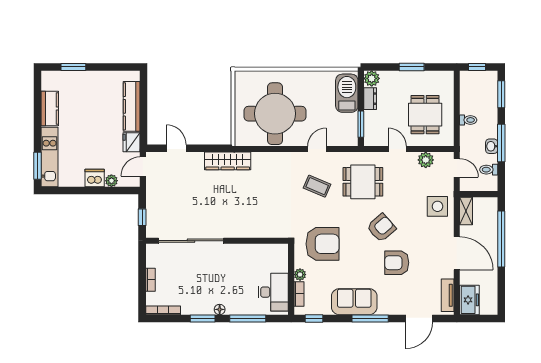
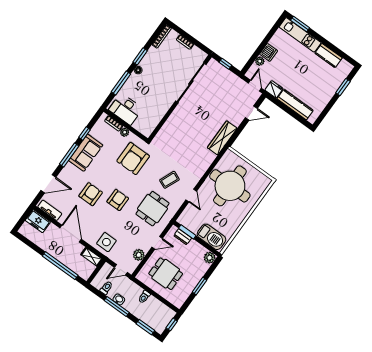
dresser: (370, 99) -> (183, 237), moved
armchair: (381, 228) -> (118, 200), turned -139
door: (457, 253) -> (71, 234), swing flipped
window: (314, 318) -> (85, 134), moved
door: (419, 318) -> (48, 184), swing flipped

